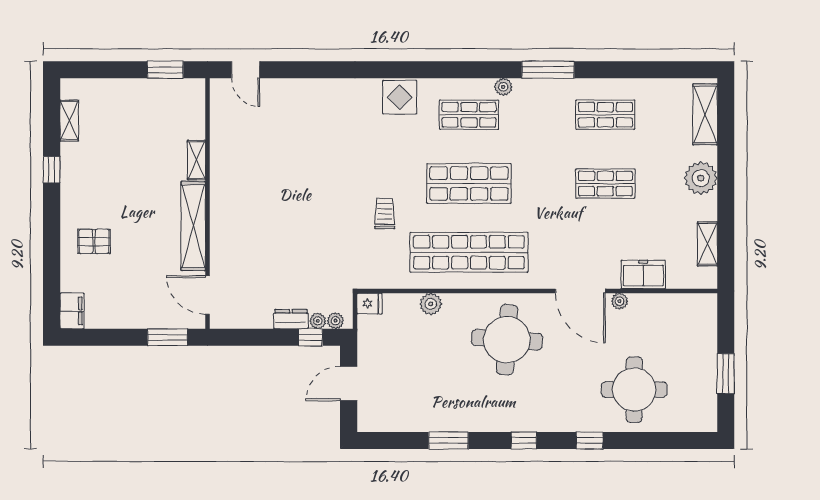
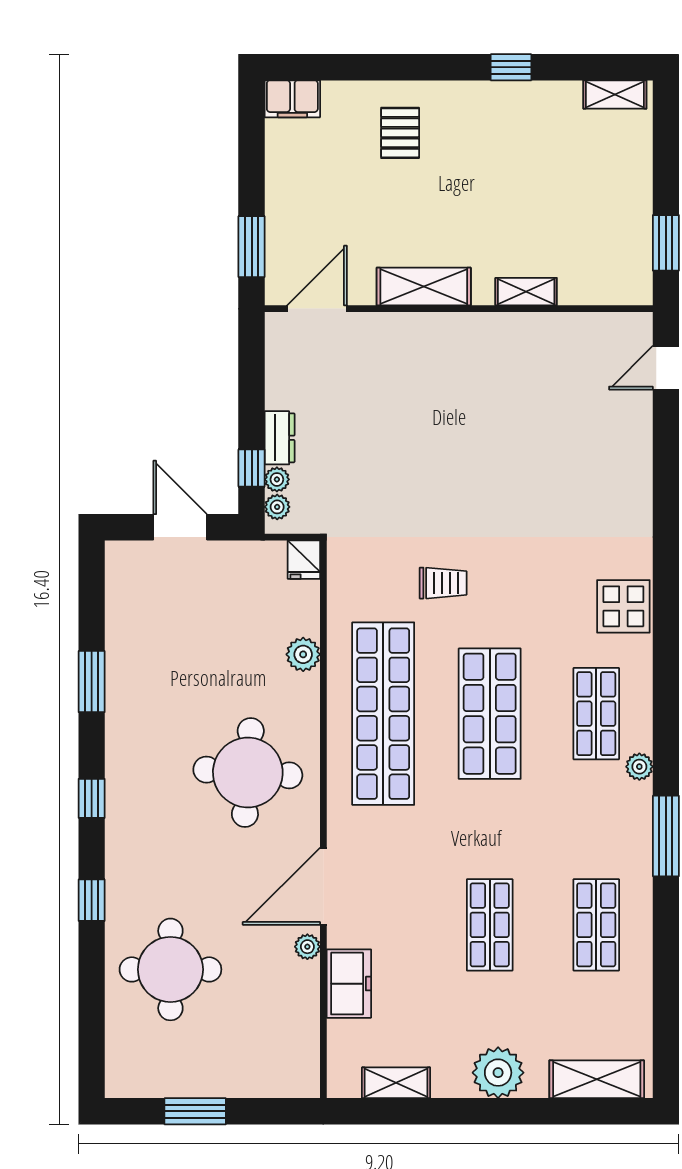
shelving: (69, 121) -> (615, 95), moved
shelving: (193, 226) -> (424, 287), width x0.68

